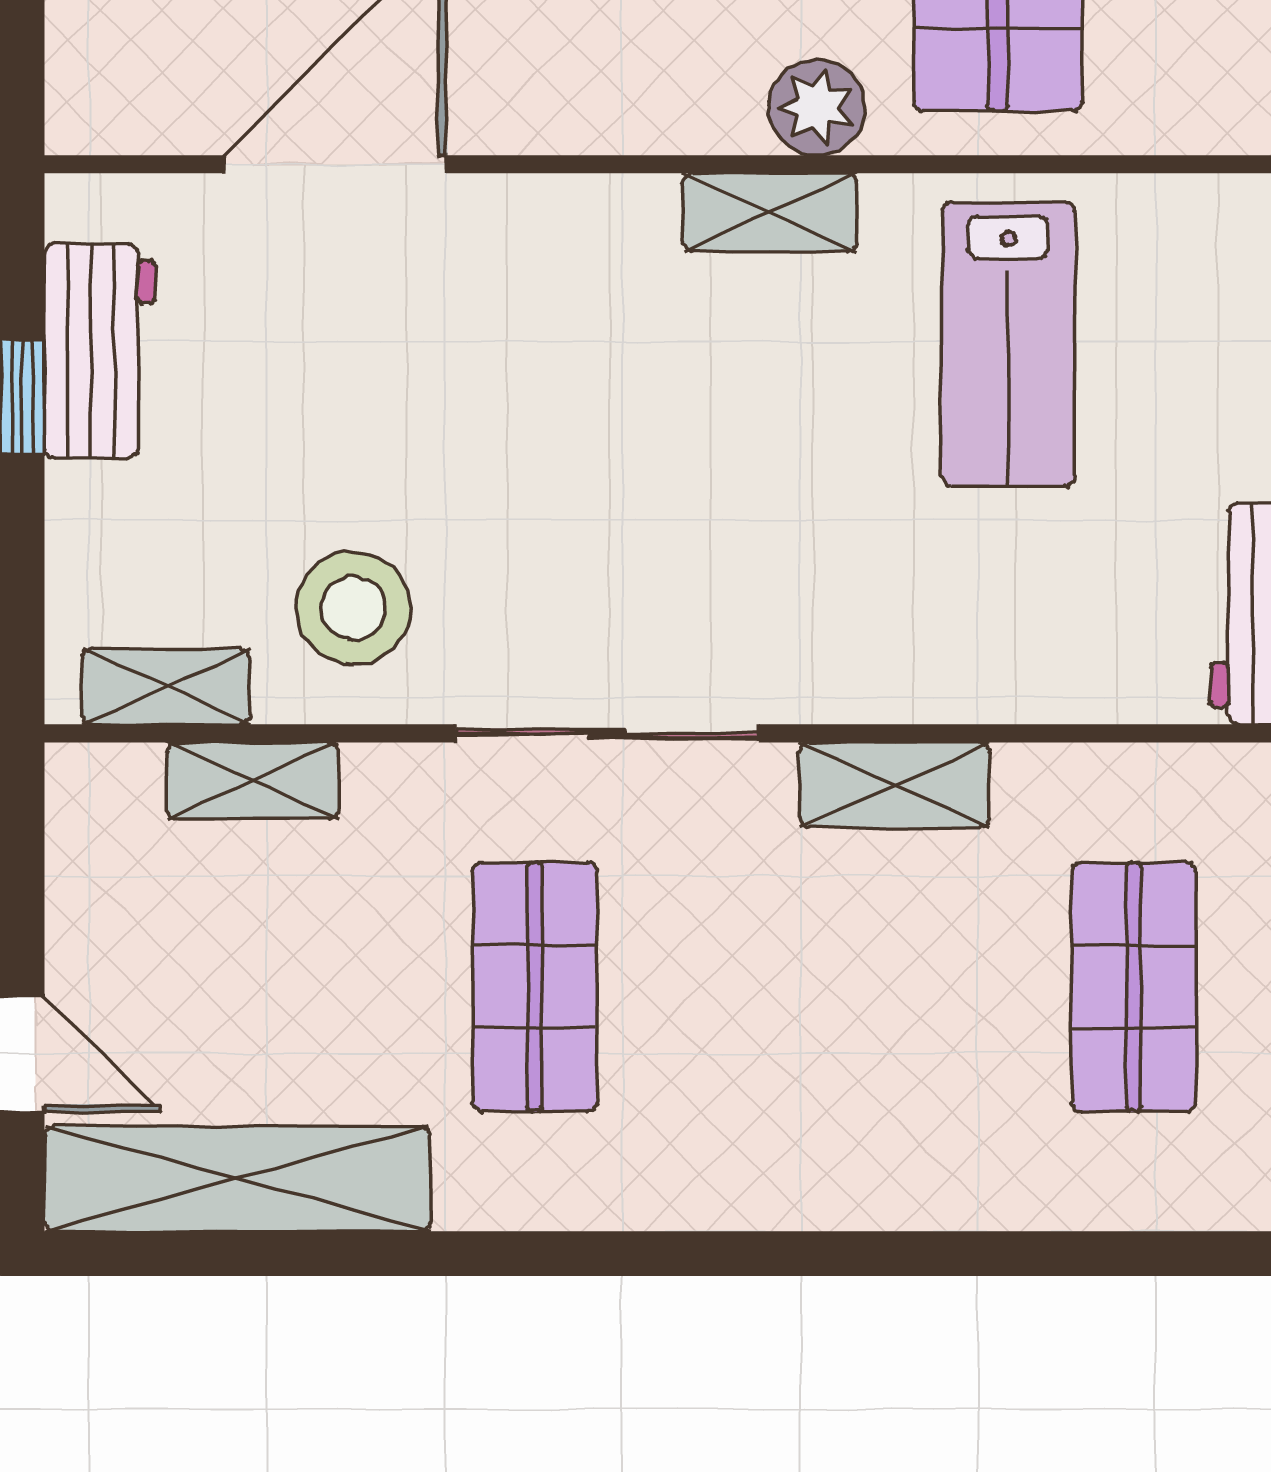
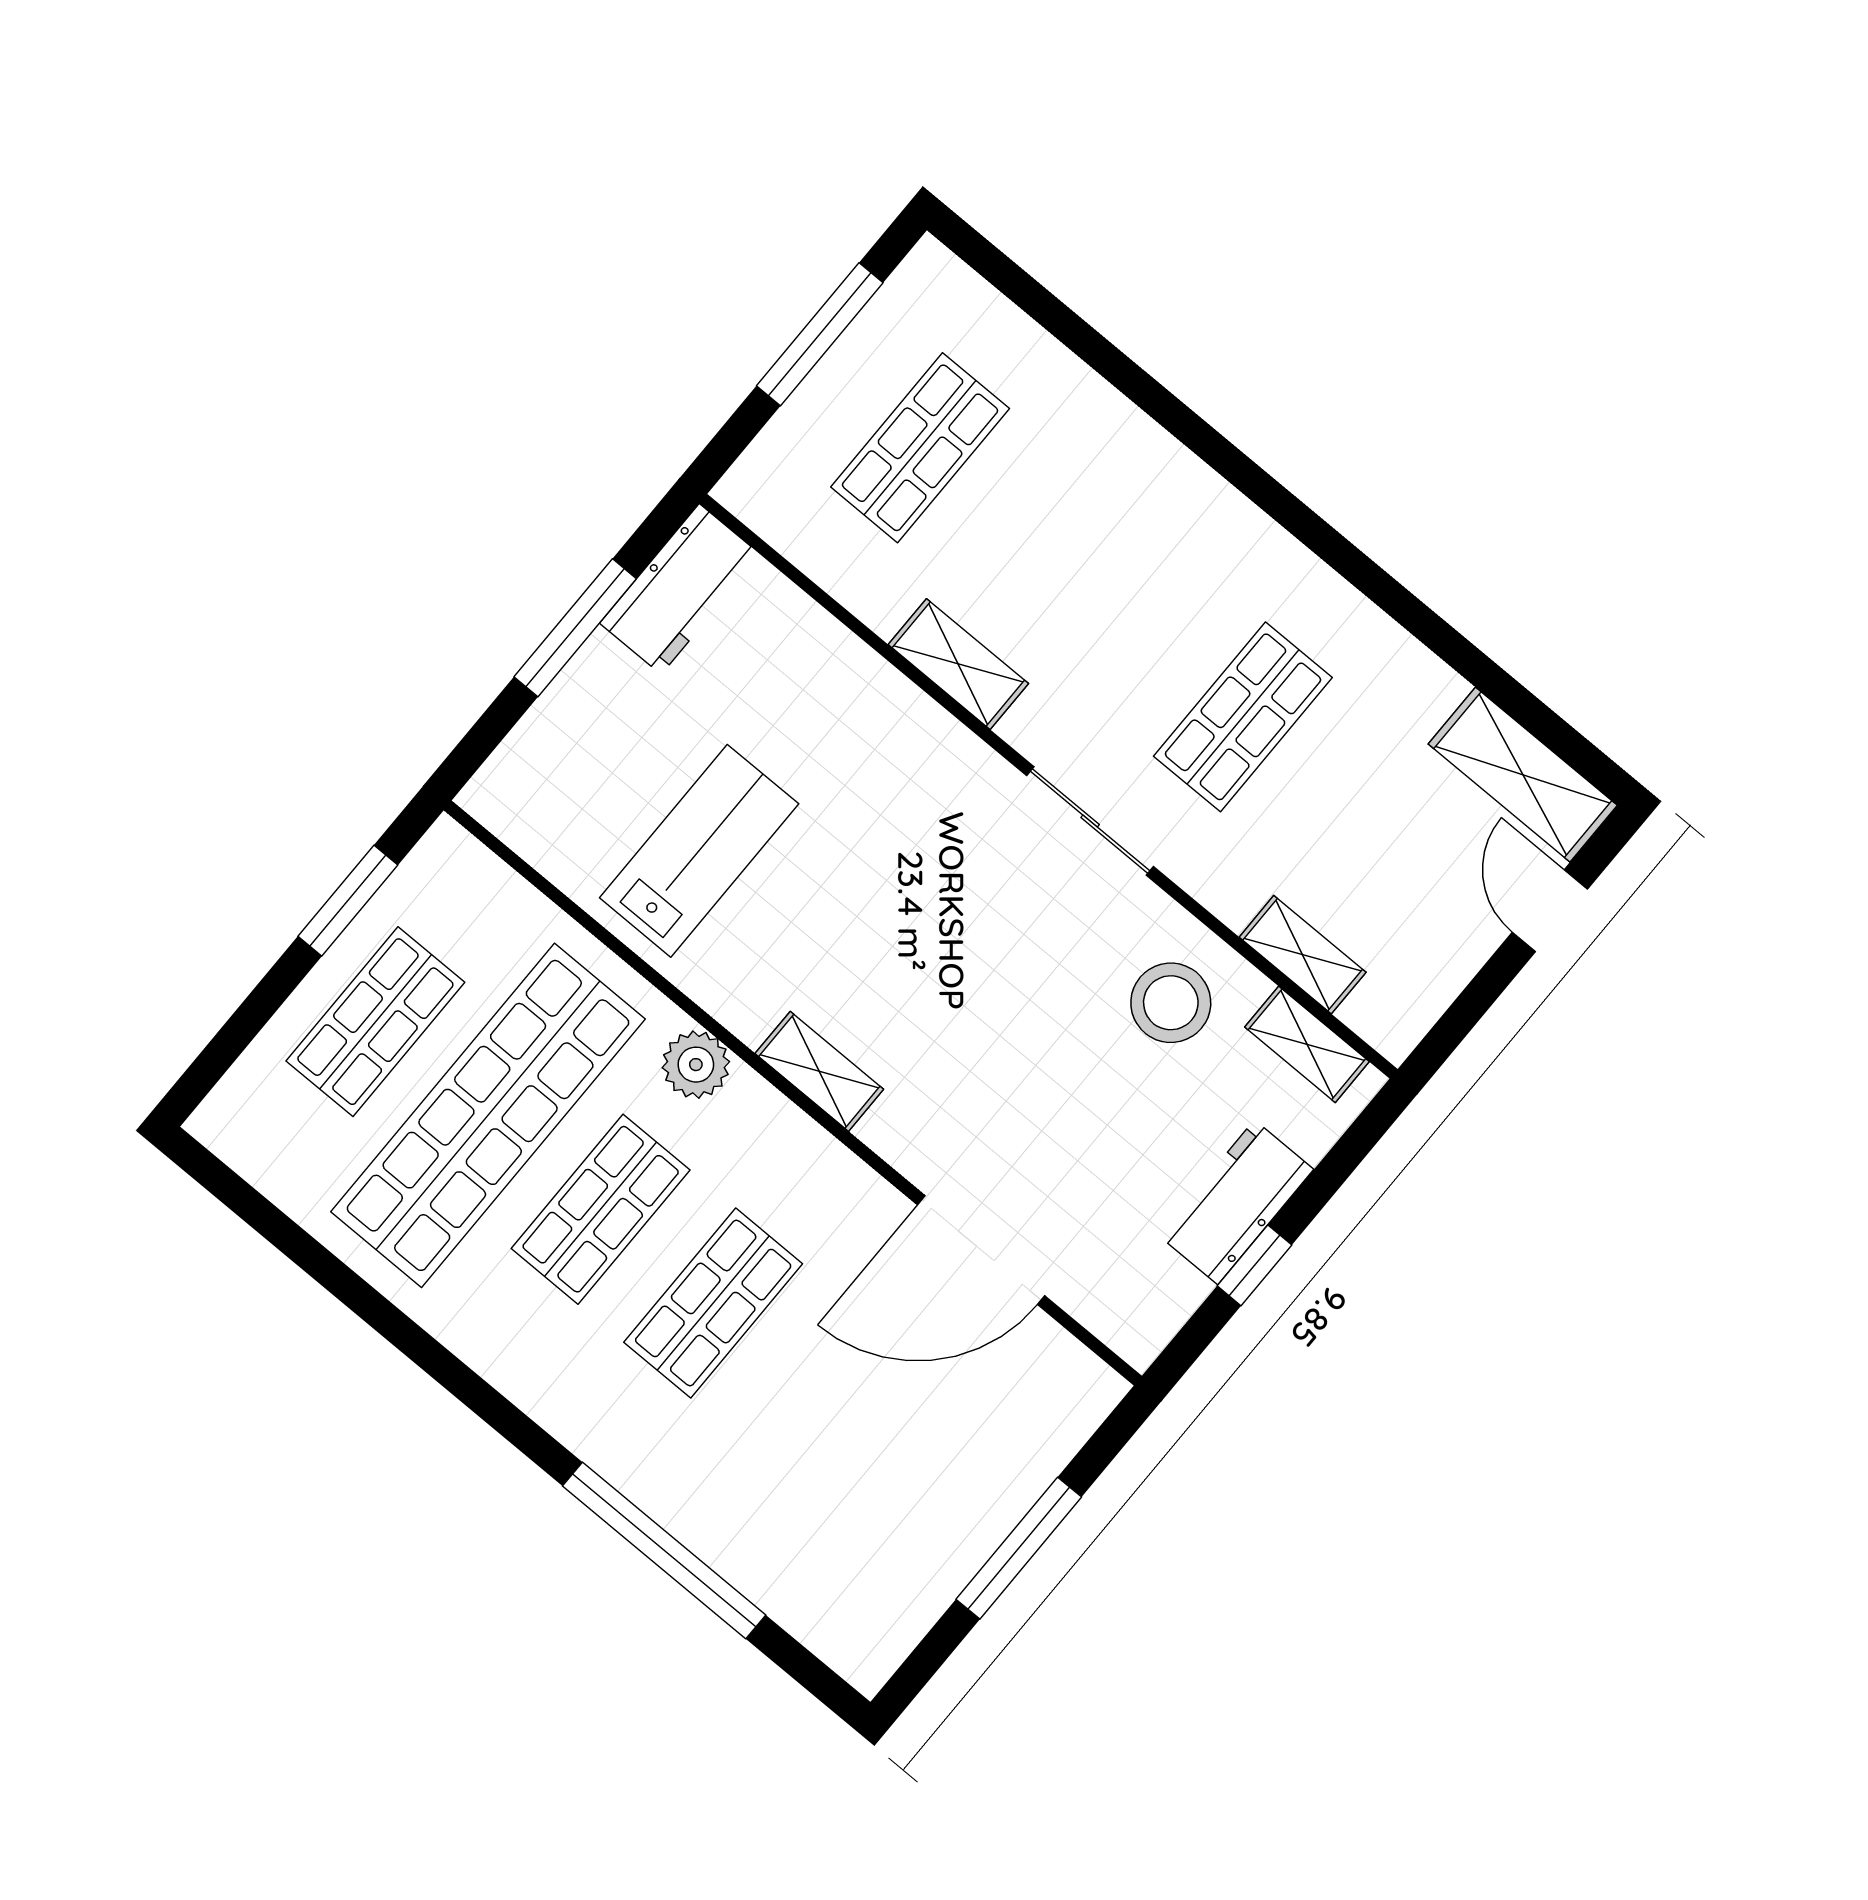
shelving: (770, 212) -> (819, 1071), moved
workbench: (100, 351) -> (1236, 1202), moved
sliding door: (607, 733) -> (1090, 821), width x0.73
shelving: (237, 1179) -> (1523, 775), width x0.68

